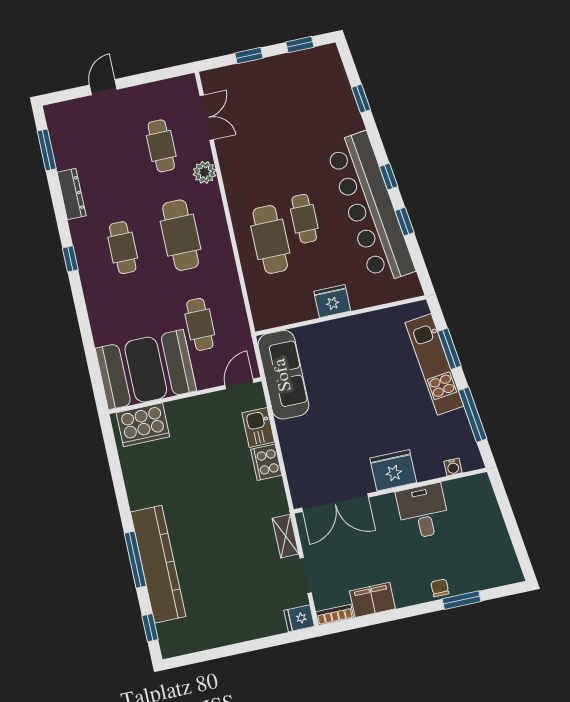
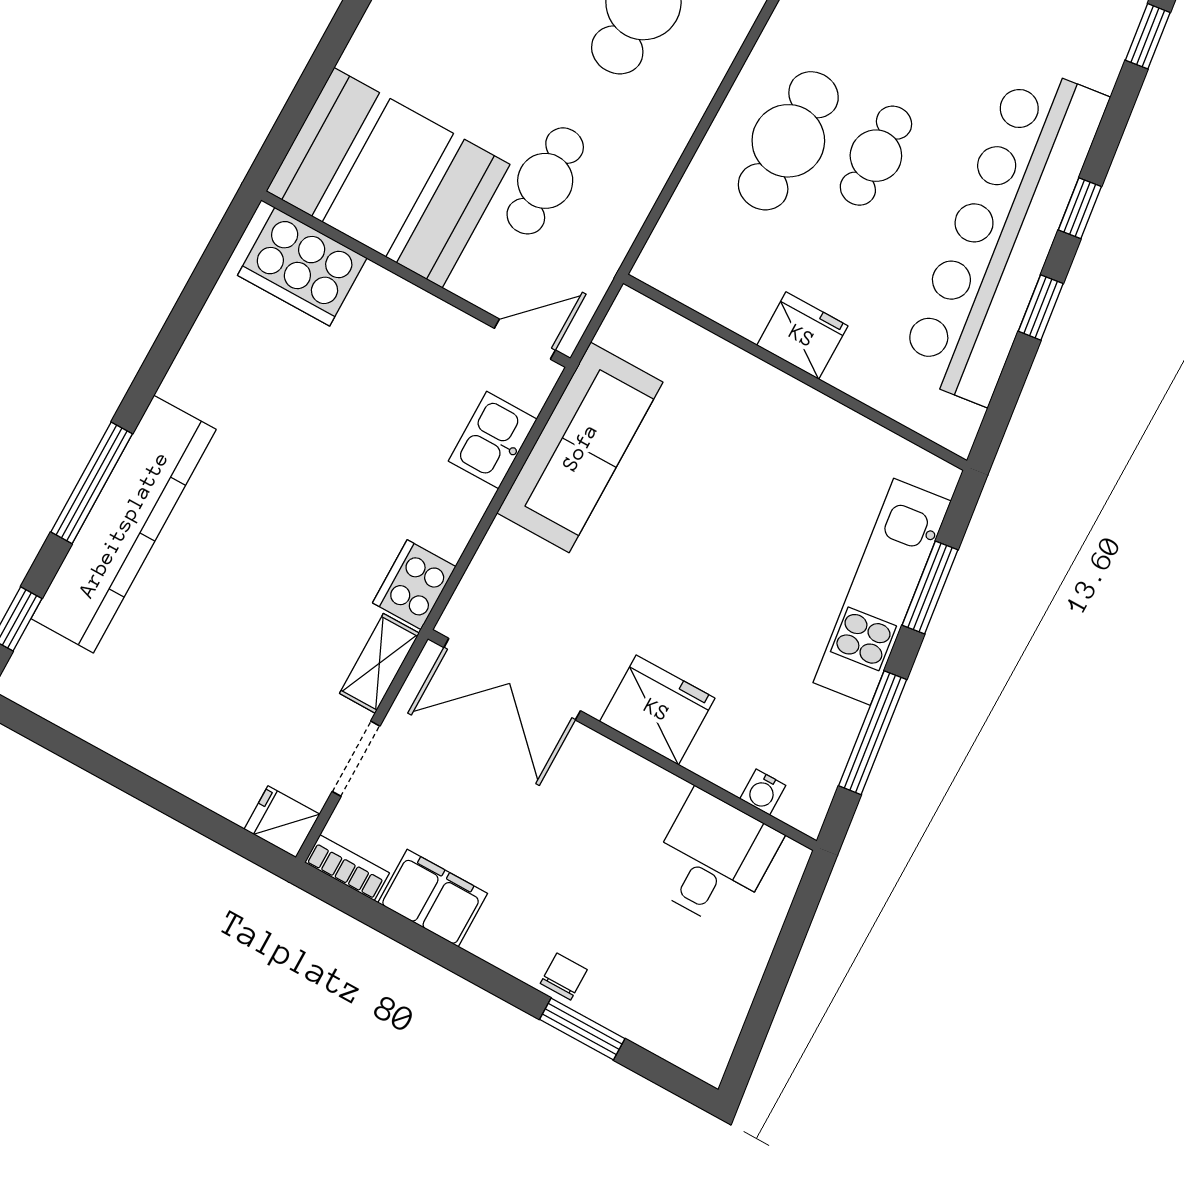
sofa: (283, 375) -> (580, 447), moved
cooker: (266, 462) -> (414, 585), moved
desk: (423, 511) -> (713, 859), moved

